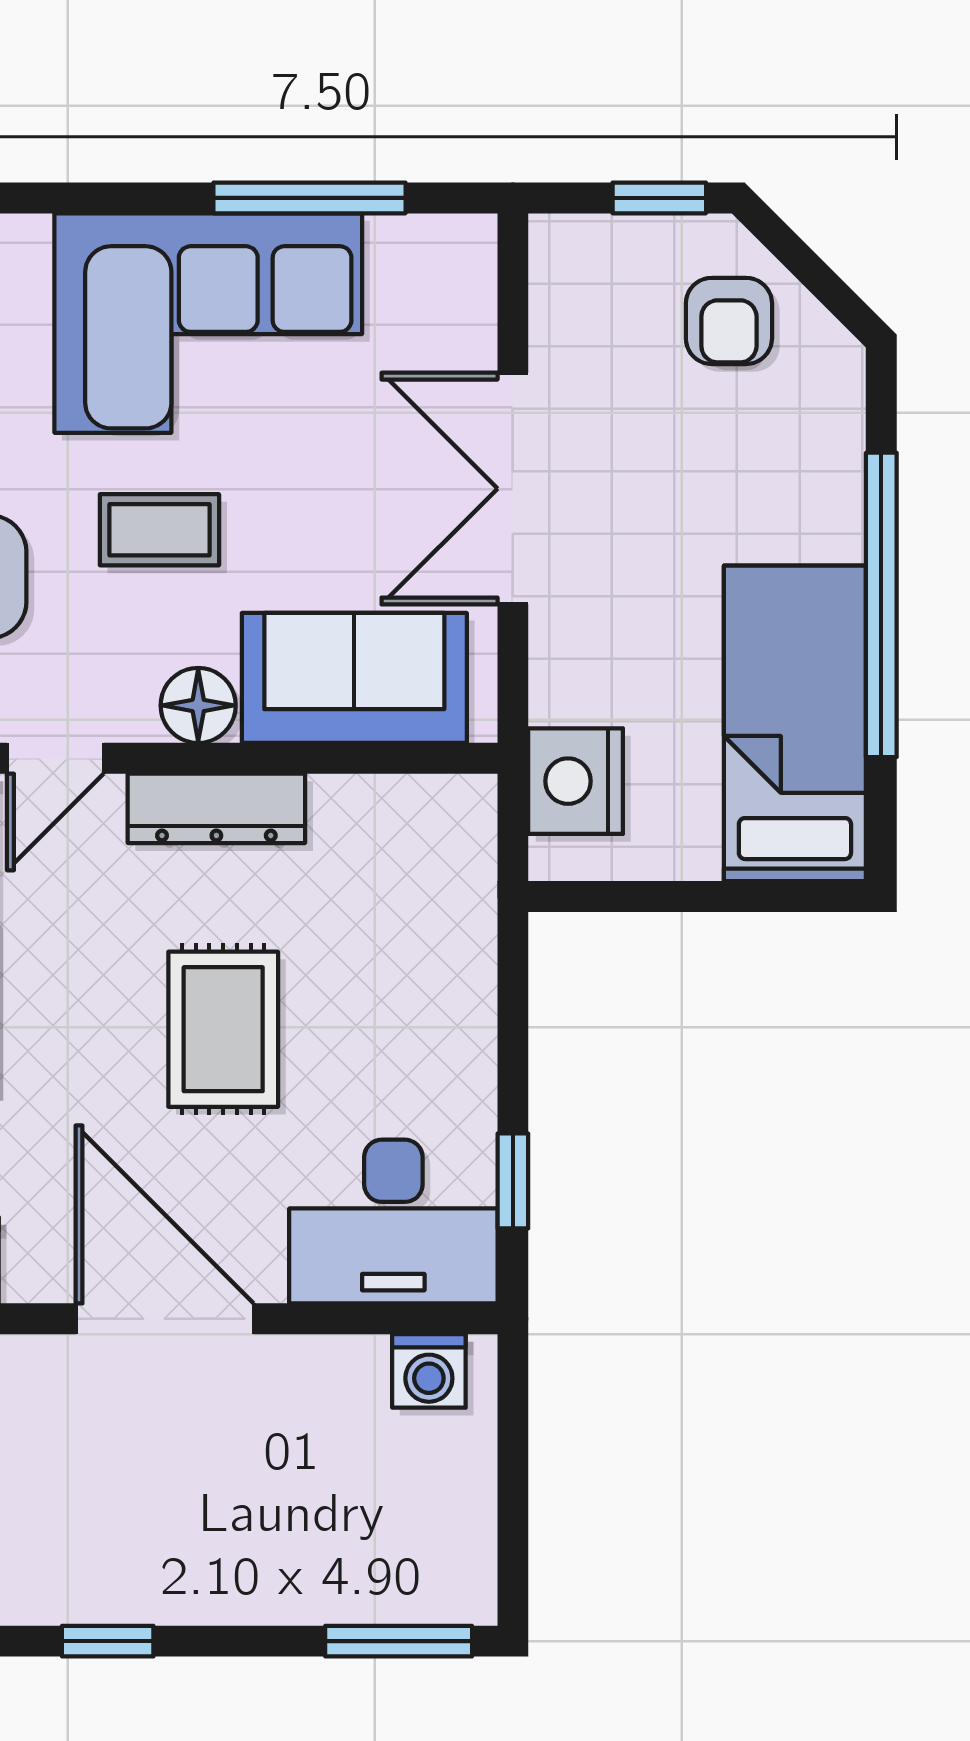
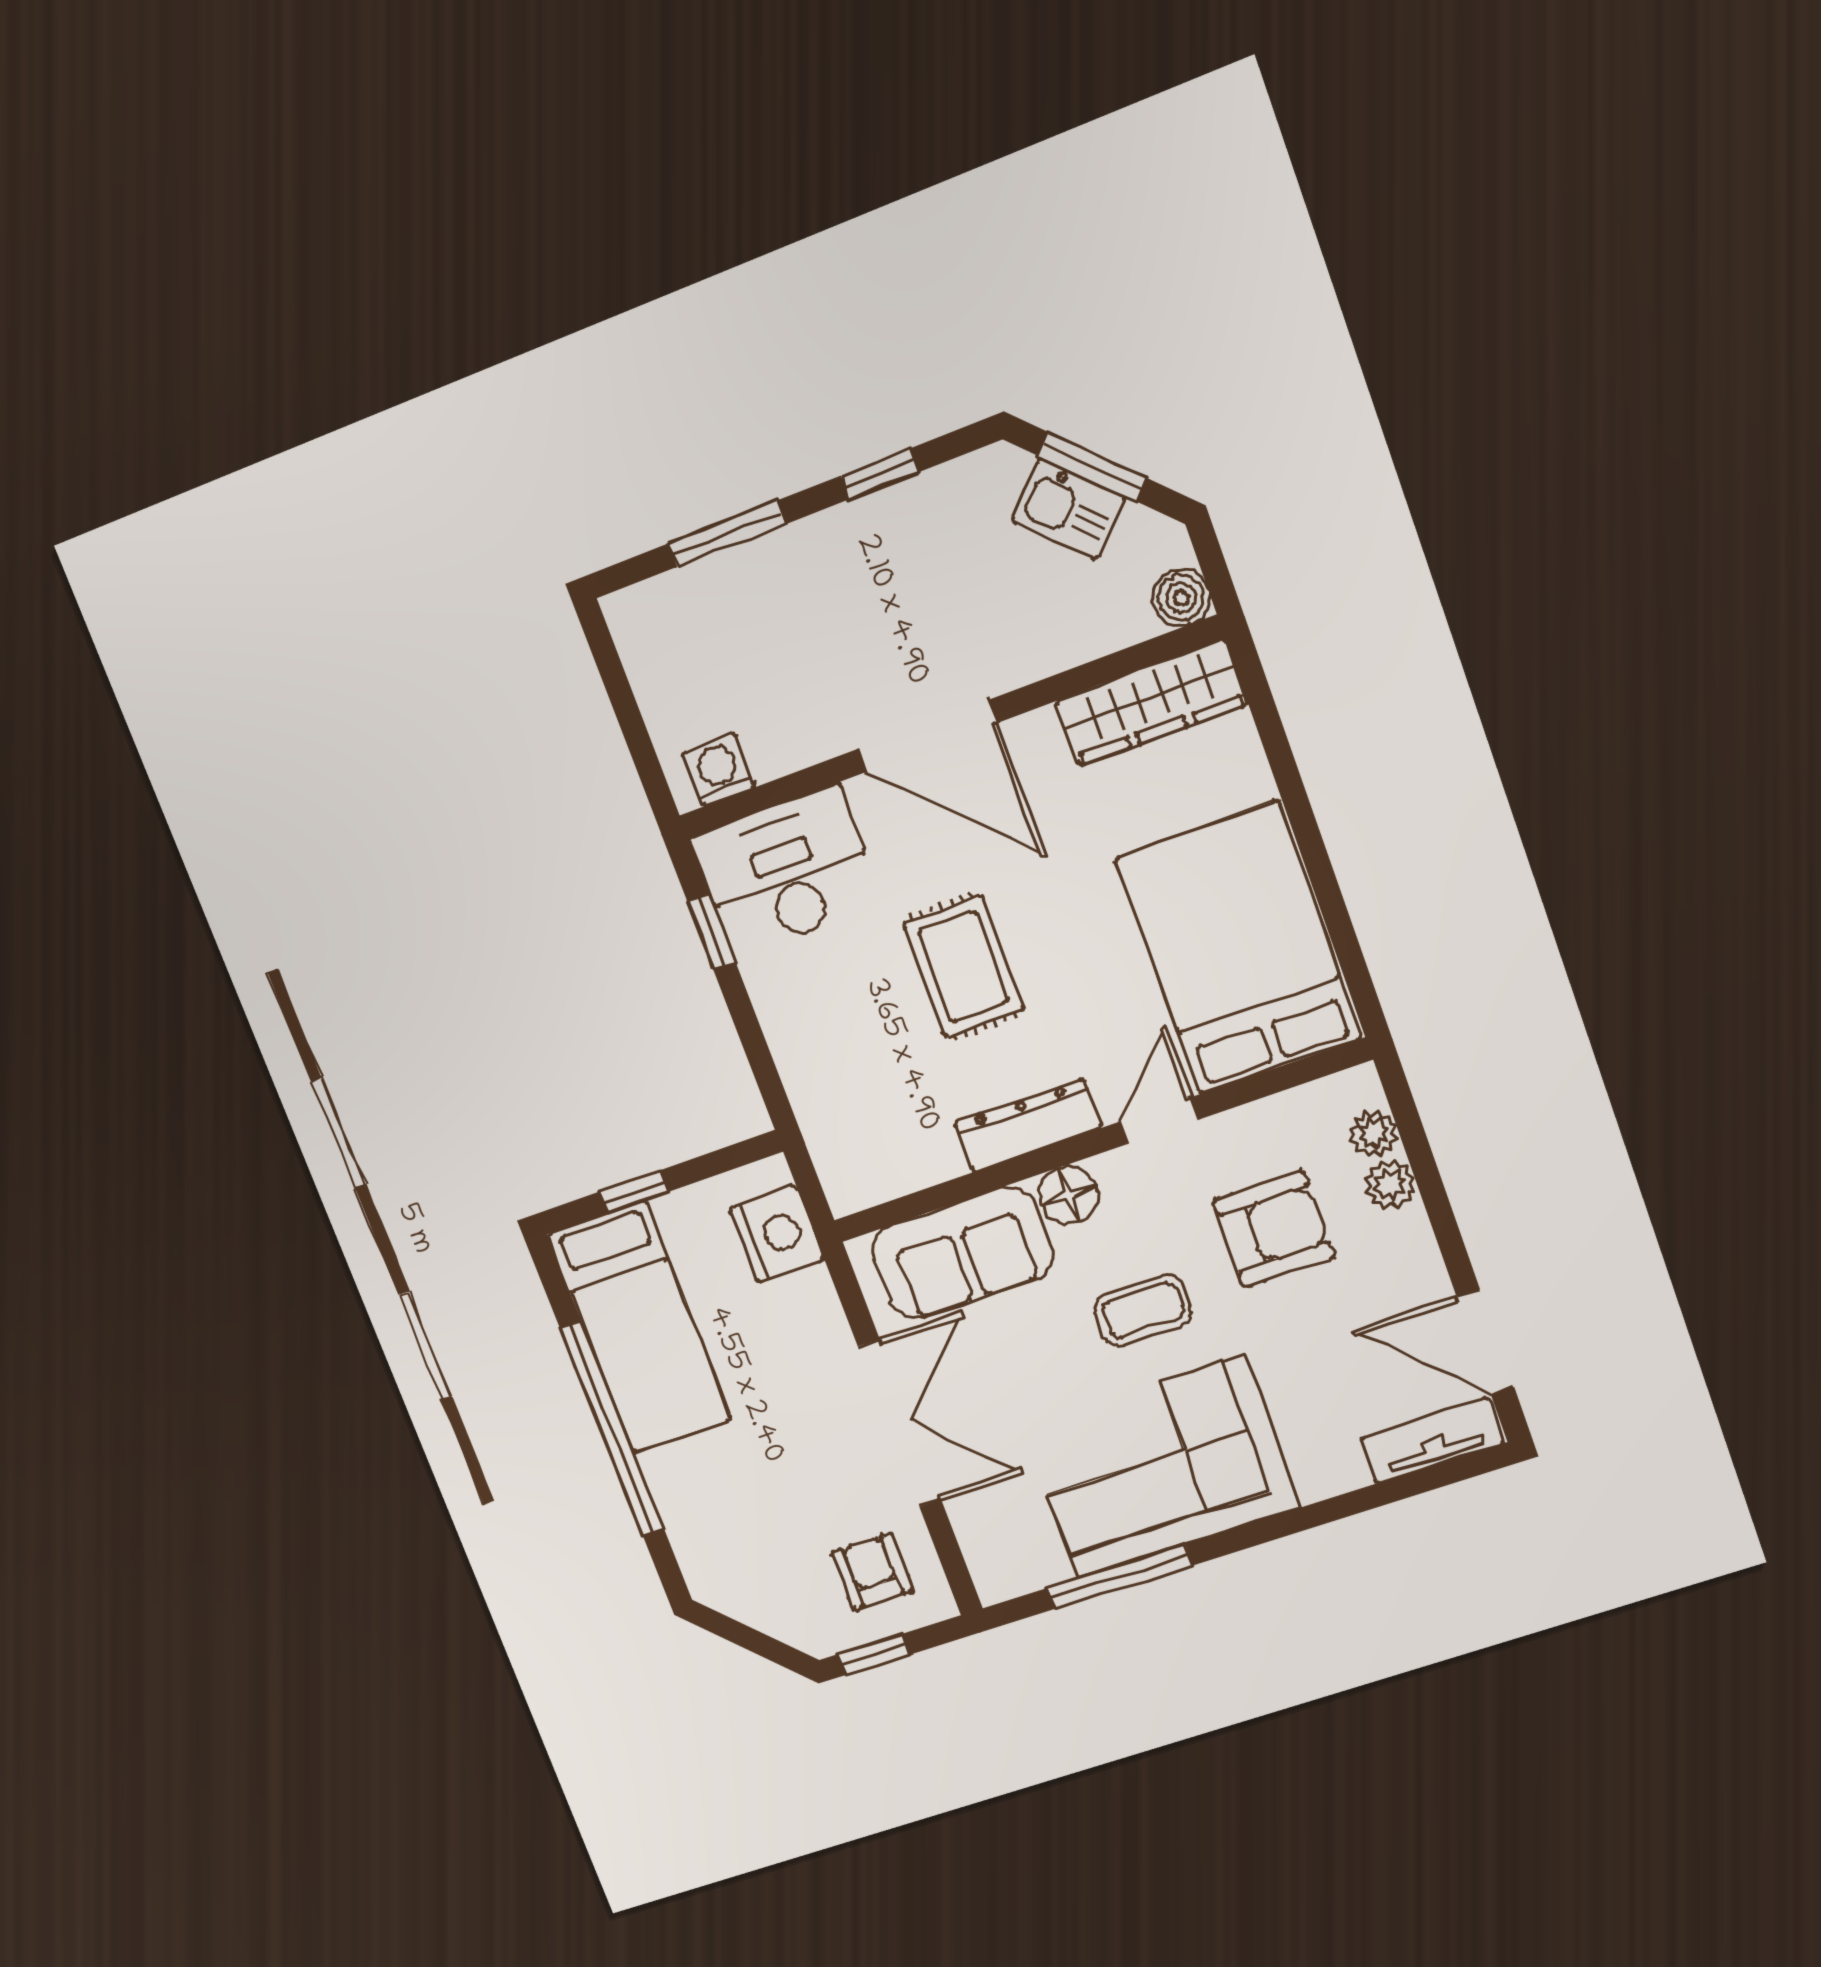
armchair: (729, 321) -> (872, 1571), moved
window: (735, 897) -> (634, 1192), added
window: (399, 1641) -> (727, 534), moved

